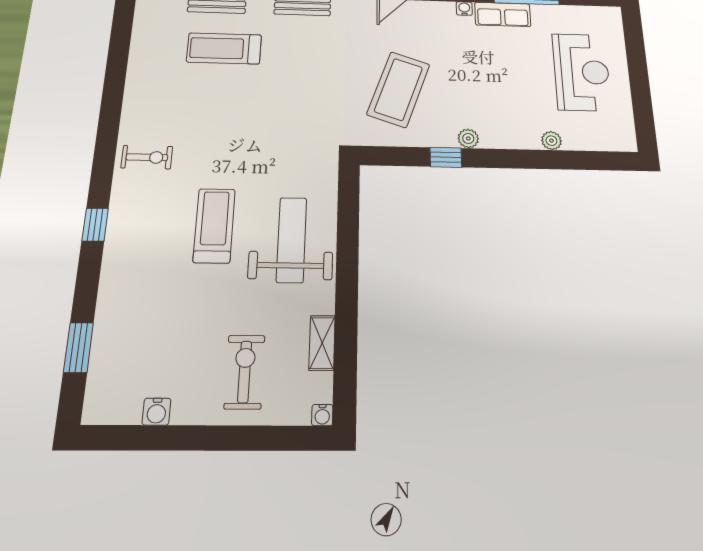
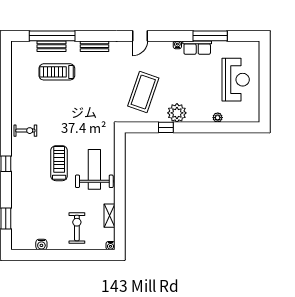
plant: (468, 138) -> (177, 113), width x1.88, depth x1.88

